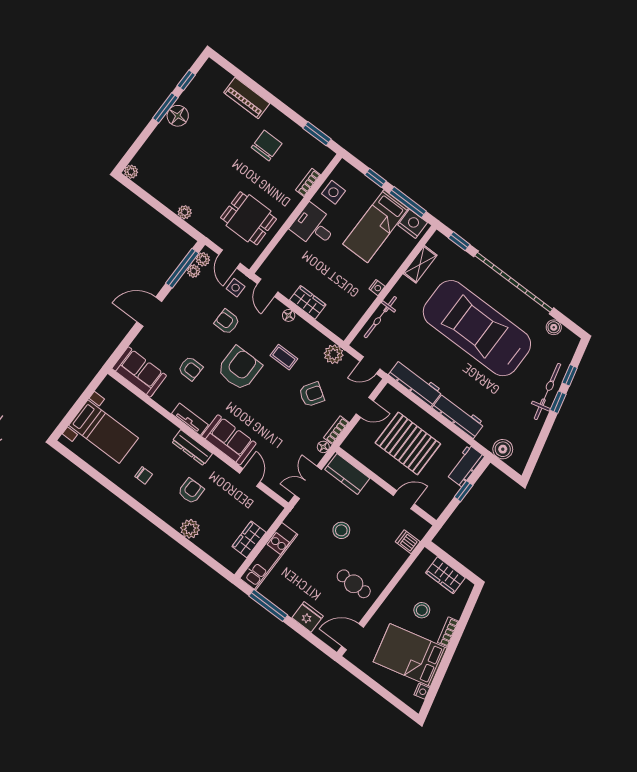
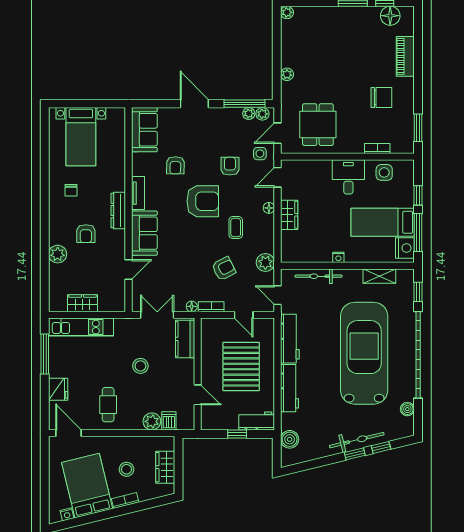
floor lamp: (178, 116) -> (390, 16), moved
armchair: (312, 394) -> (224, 269), turned -60
armchair: (191, 491) -> (86, 234), turned 90
plant: (397, 557) -> (152, 421), added

